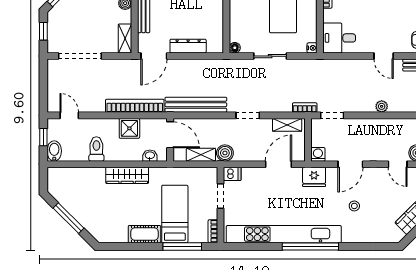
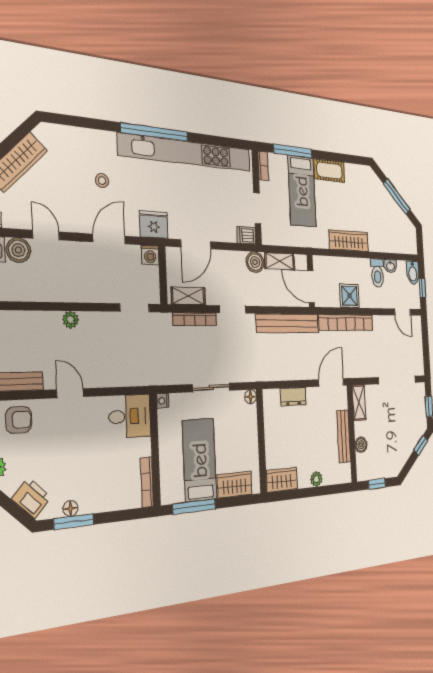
dresser: (188, 46) -> (293, 397), width x0.70
bookcase: (305, 107) -> (195, 319), moved, width x1.56
washbasin: (150, 156) -> (390, 266), moved

